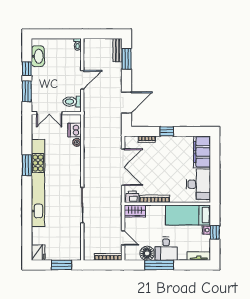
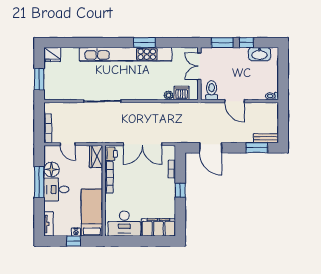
door: (123, 238) -> (68, 144), hinge flipped

